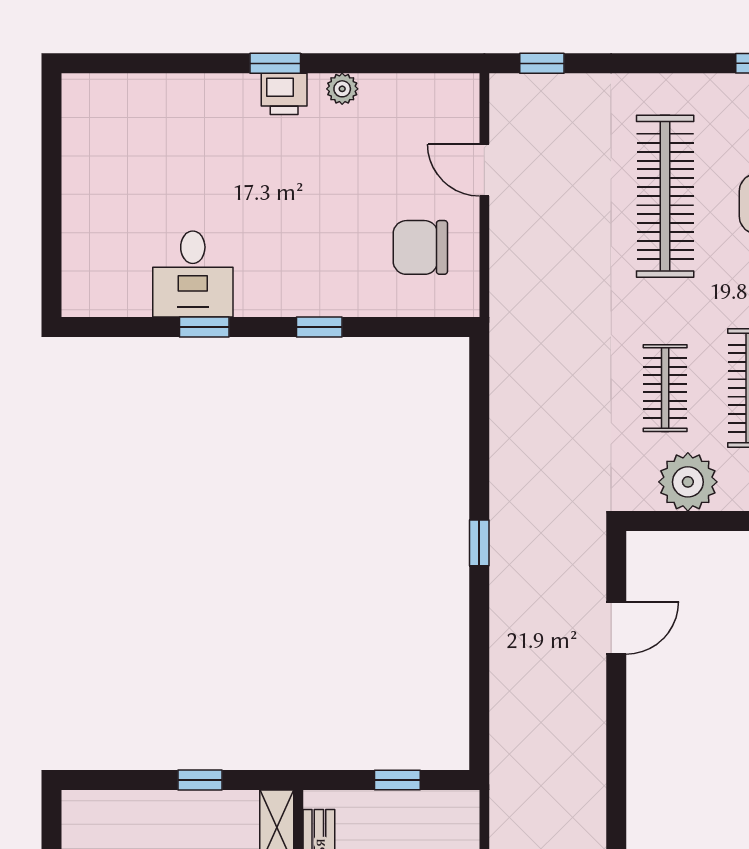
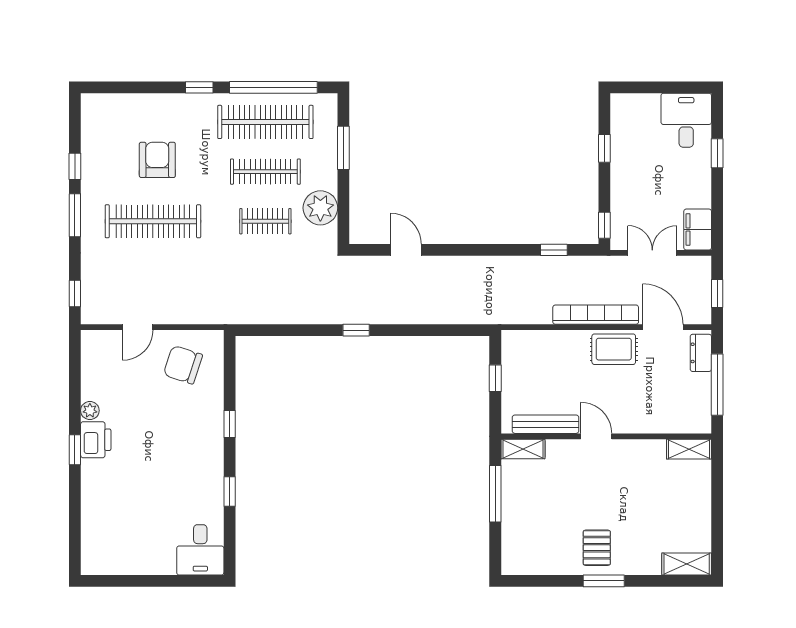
window: (675, 63) -> (75, 215), added
printer: (284, 94) -> (96, 440), width x1.36, depth x1.24
chair: (420, 247) -> (183, 365), turned 108
desk: (193, 274) -> (200, 550), moved, turned 90
window: (200, 780) -> (495, 494), width x2.17

